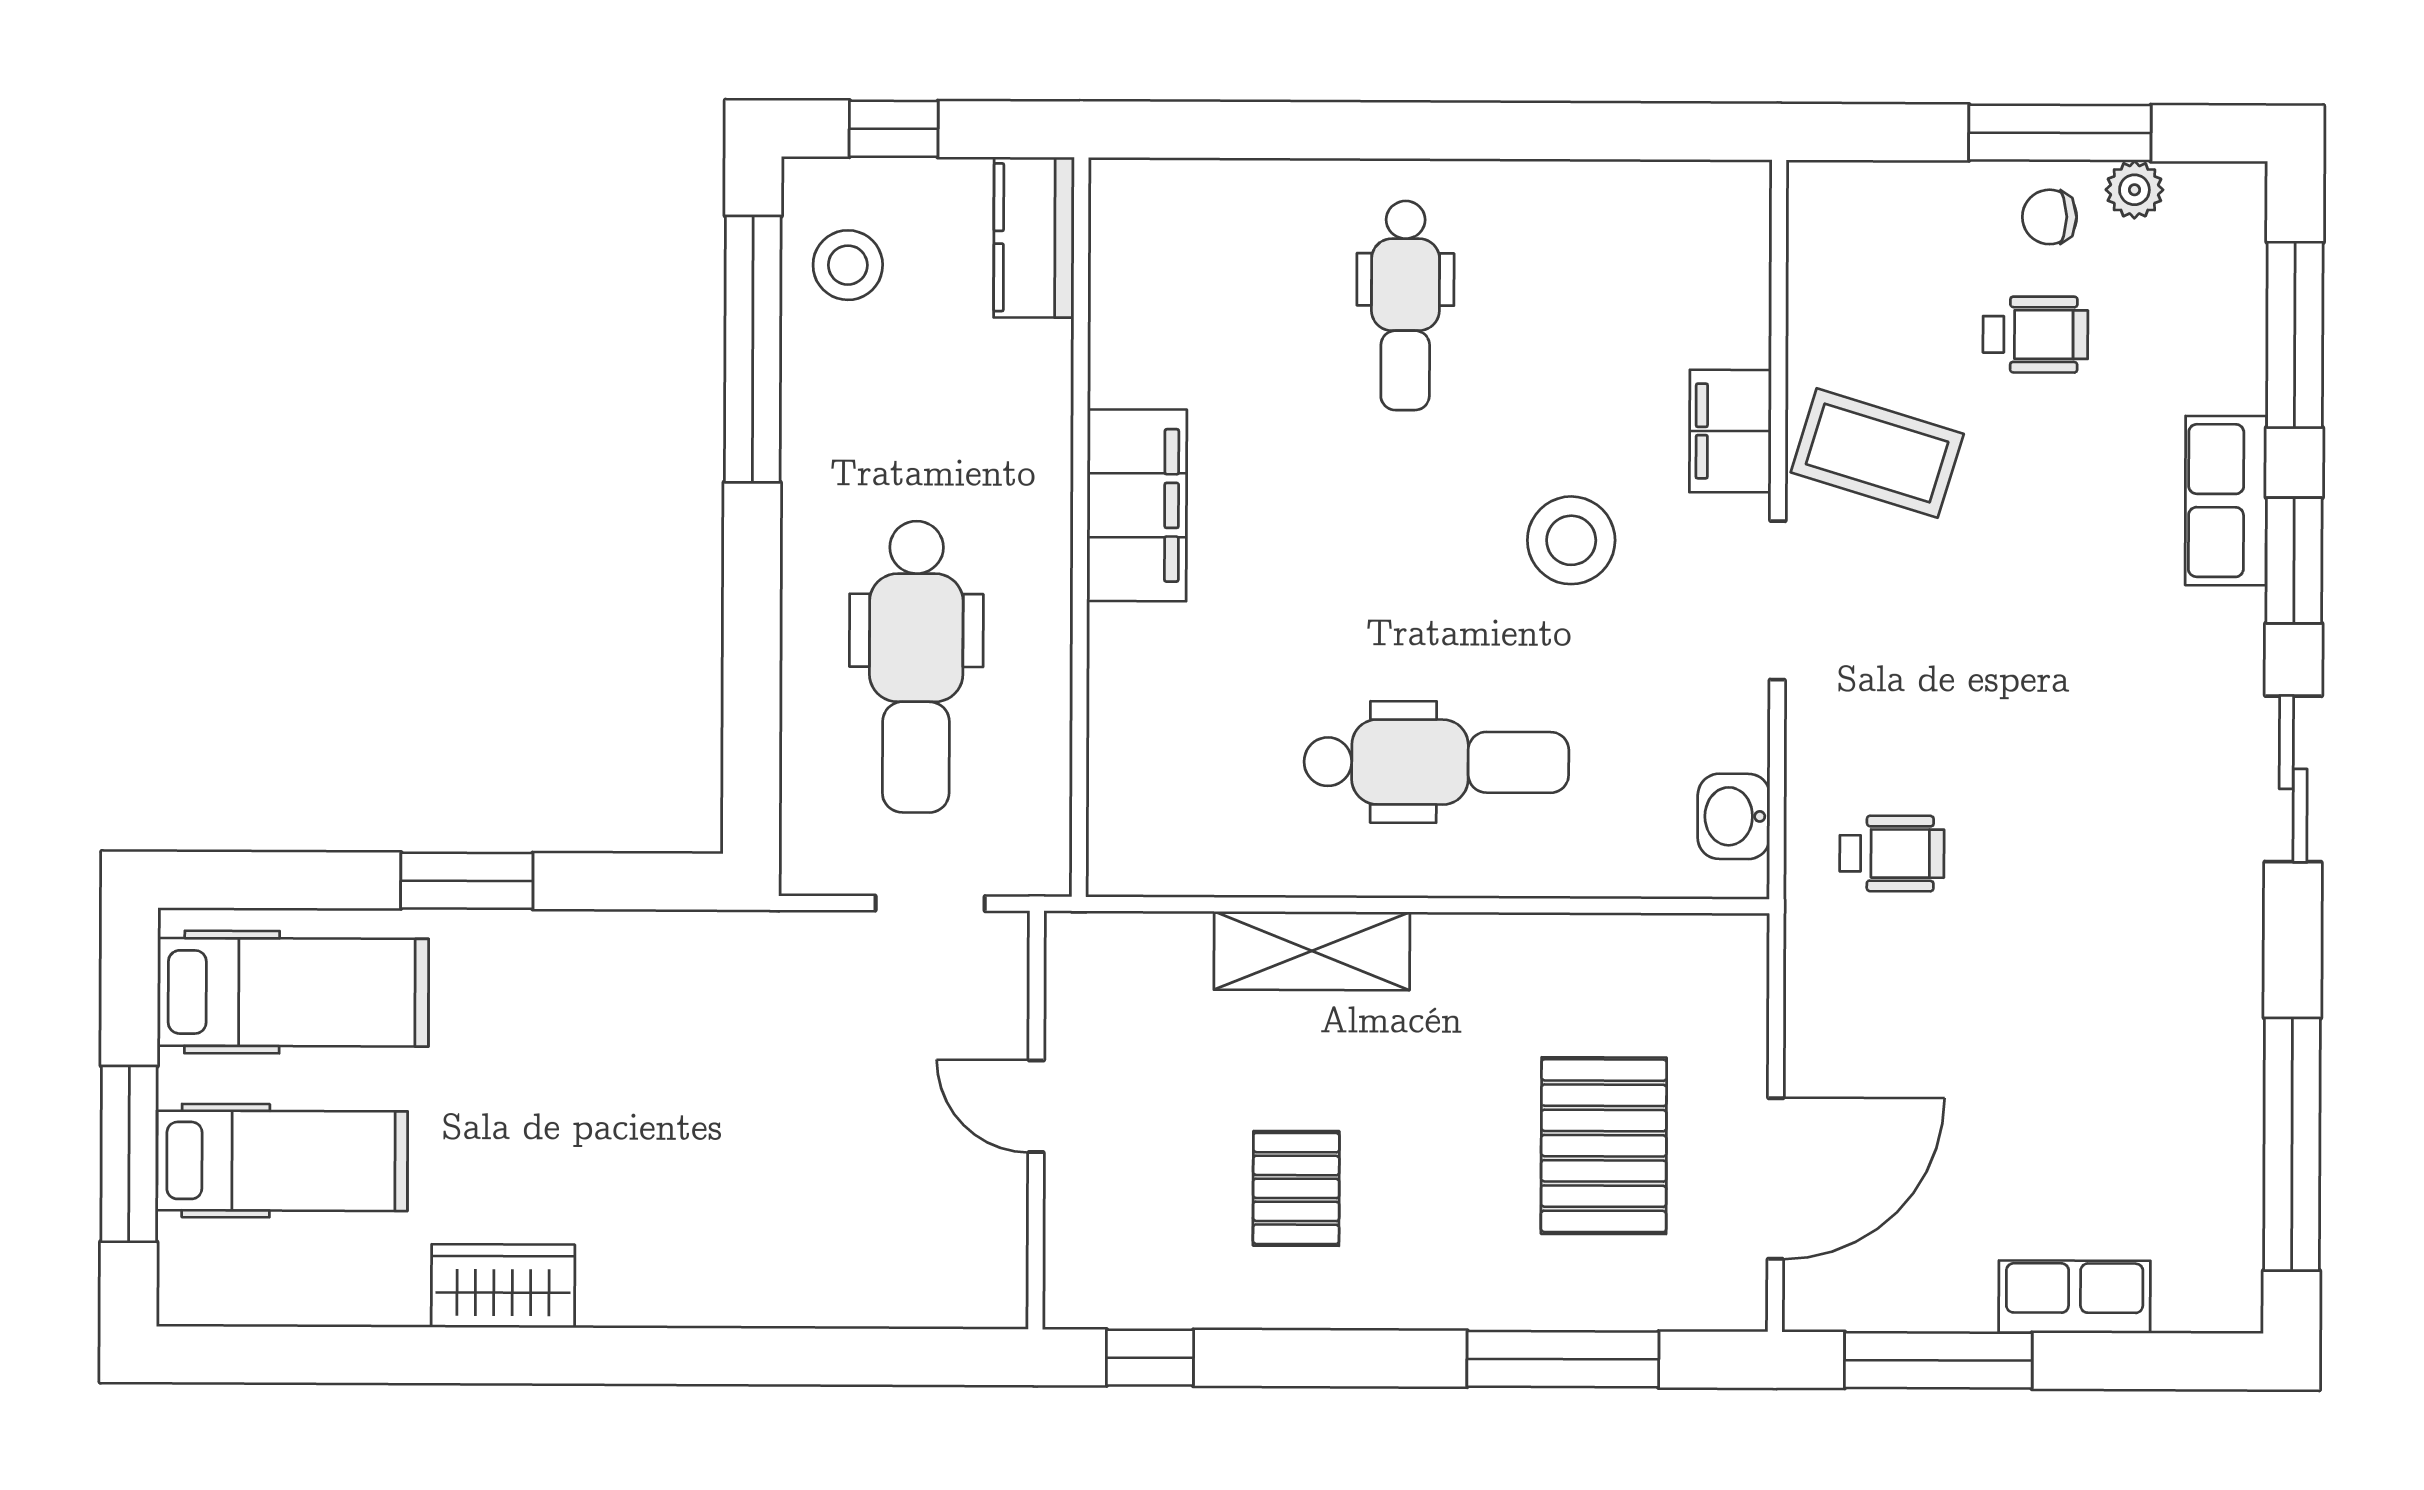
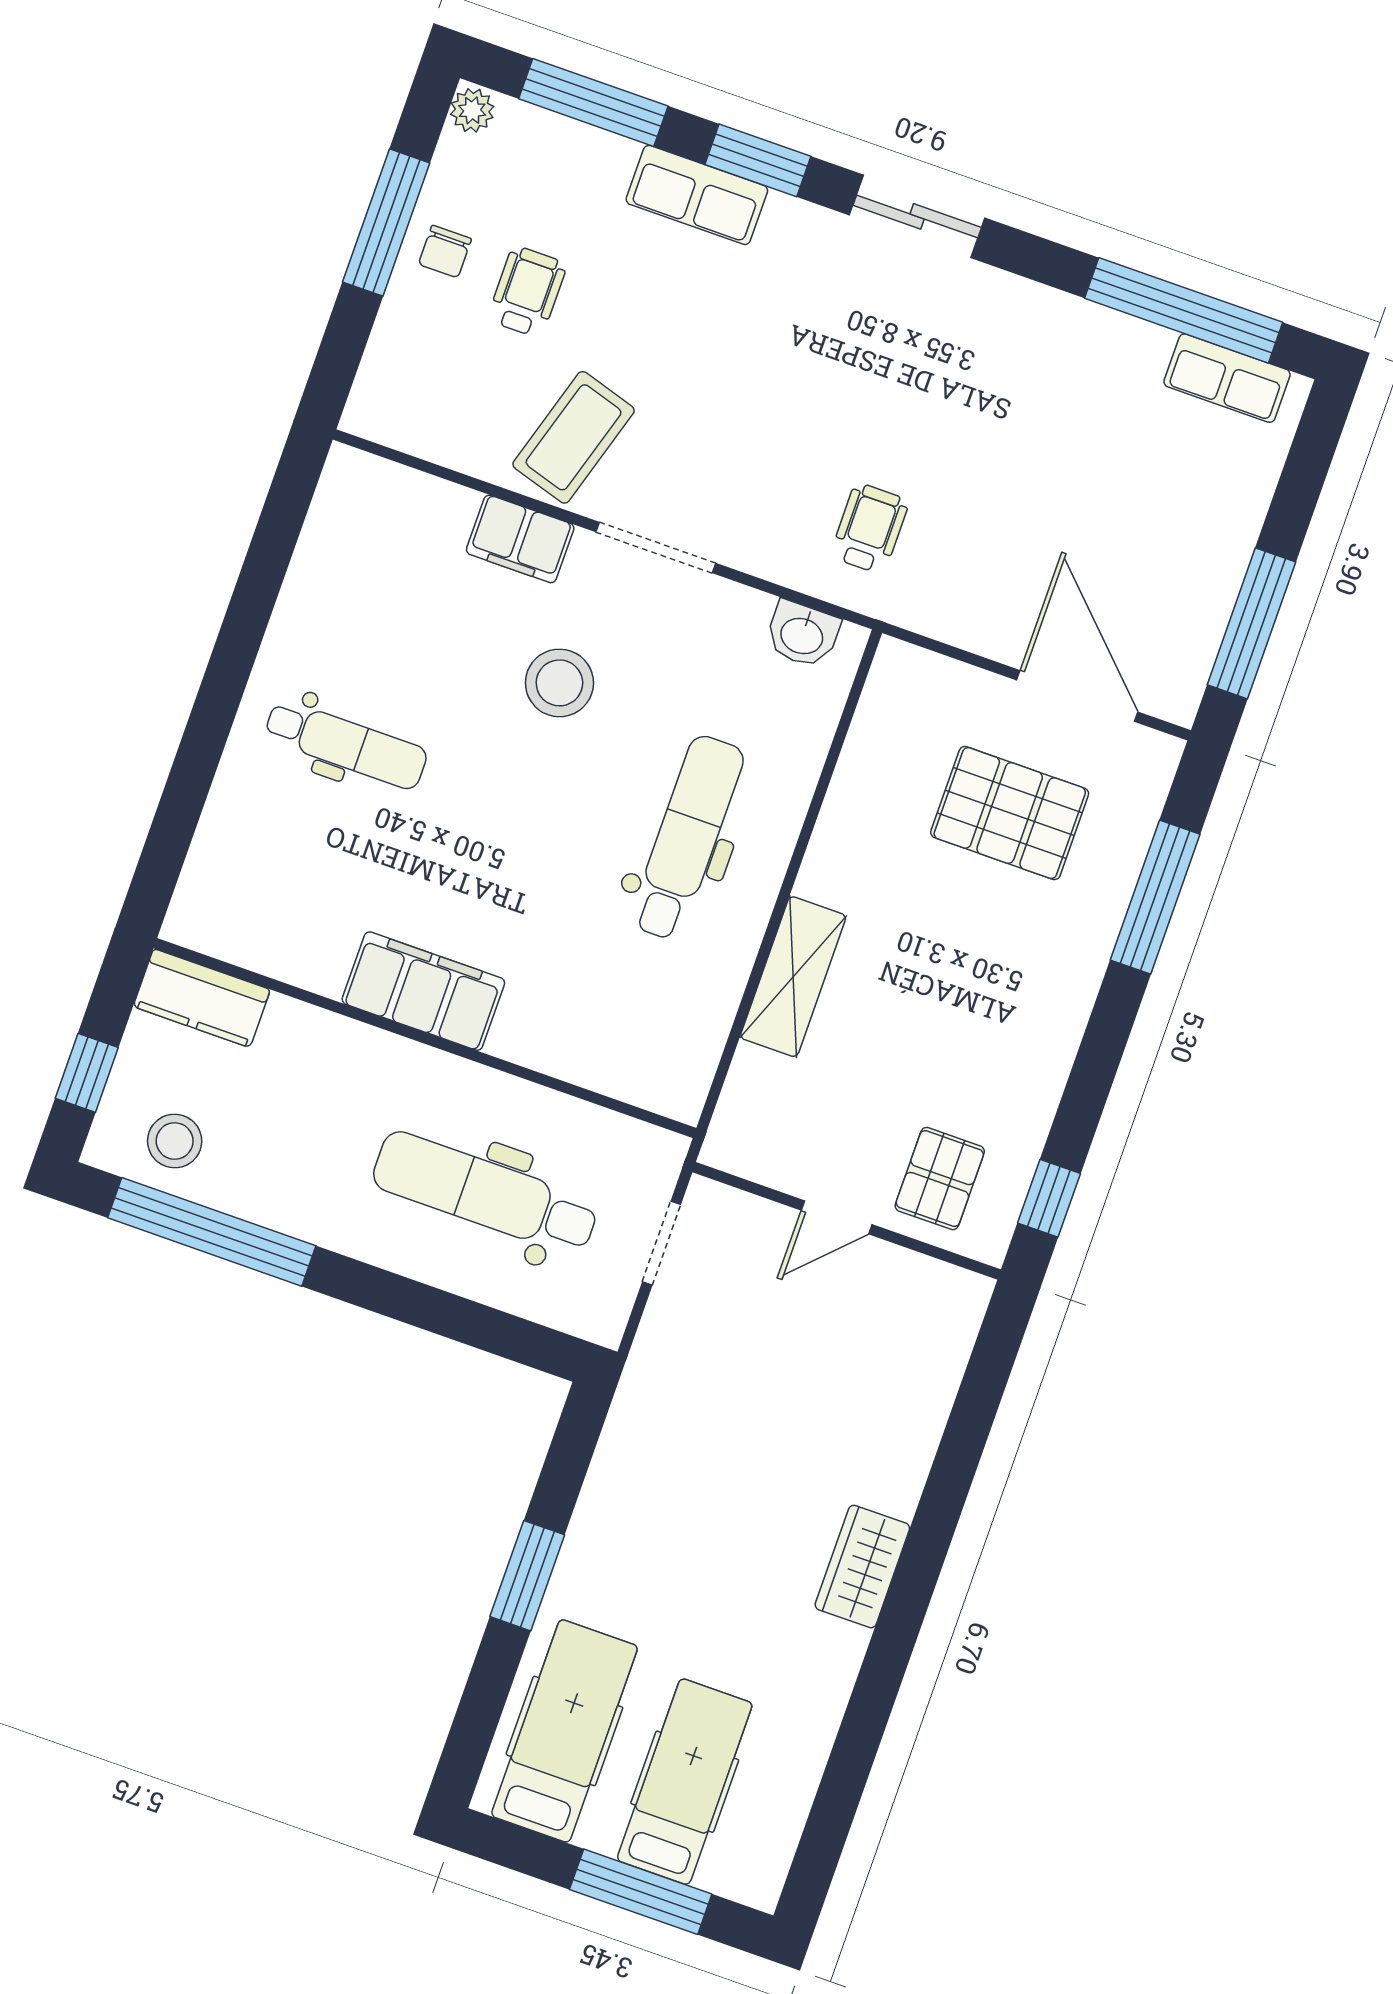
plant: (2134, 190) -> (472, 110), moved
dental chair: (916, 667) -> (485, 1193), turned 180
pallet: (1296, 1188) -> (940, 1179), moved, turned 90
wardrobe: (503, 1286) -> (862, 1567), moved
row of seats: (2075, 1297) -> (1227, 378), moved, turned -90

